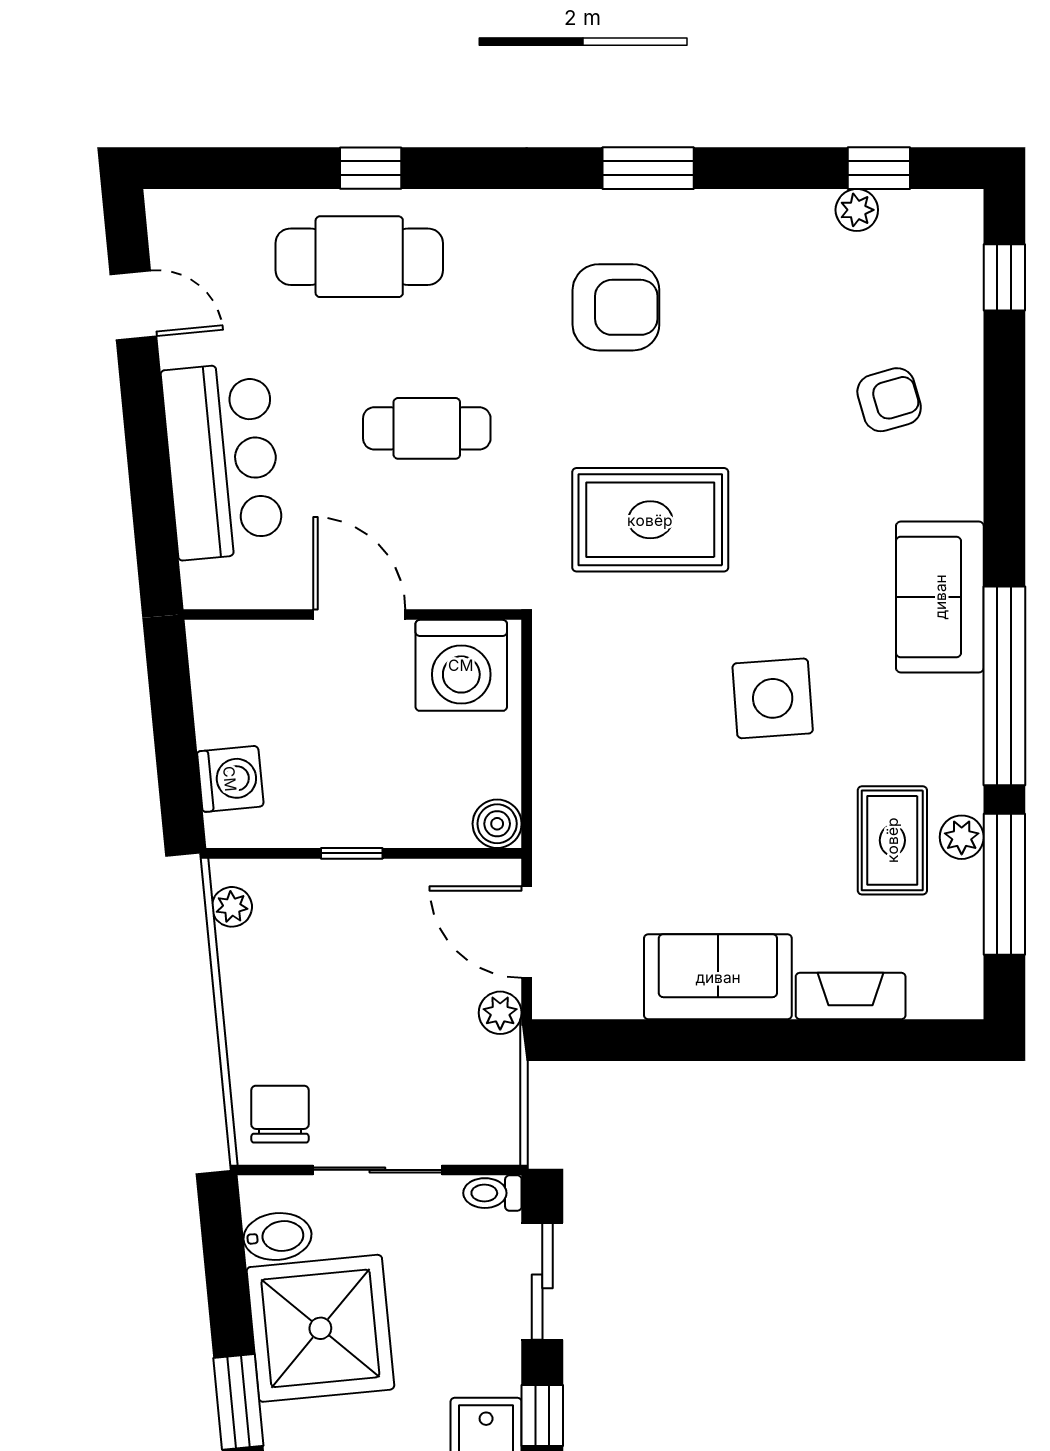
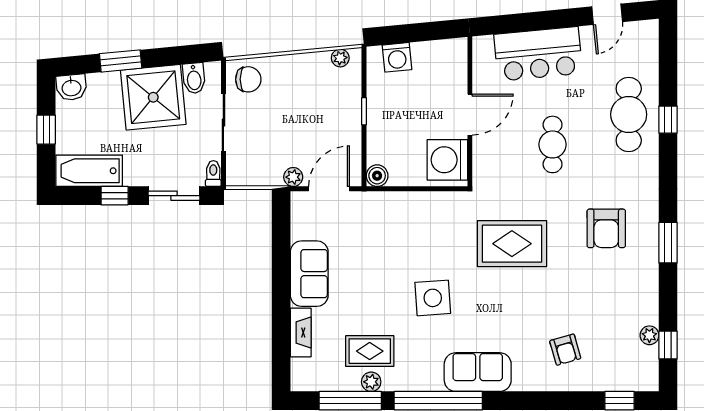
rug: (650, 520) -> (512, 244), turned 90

